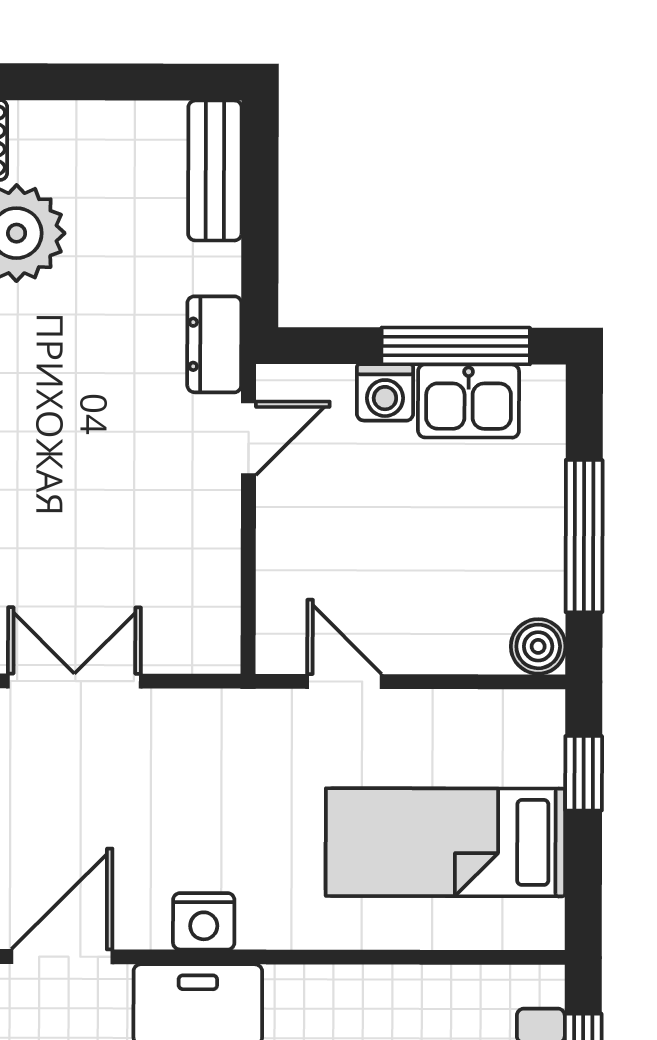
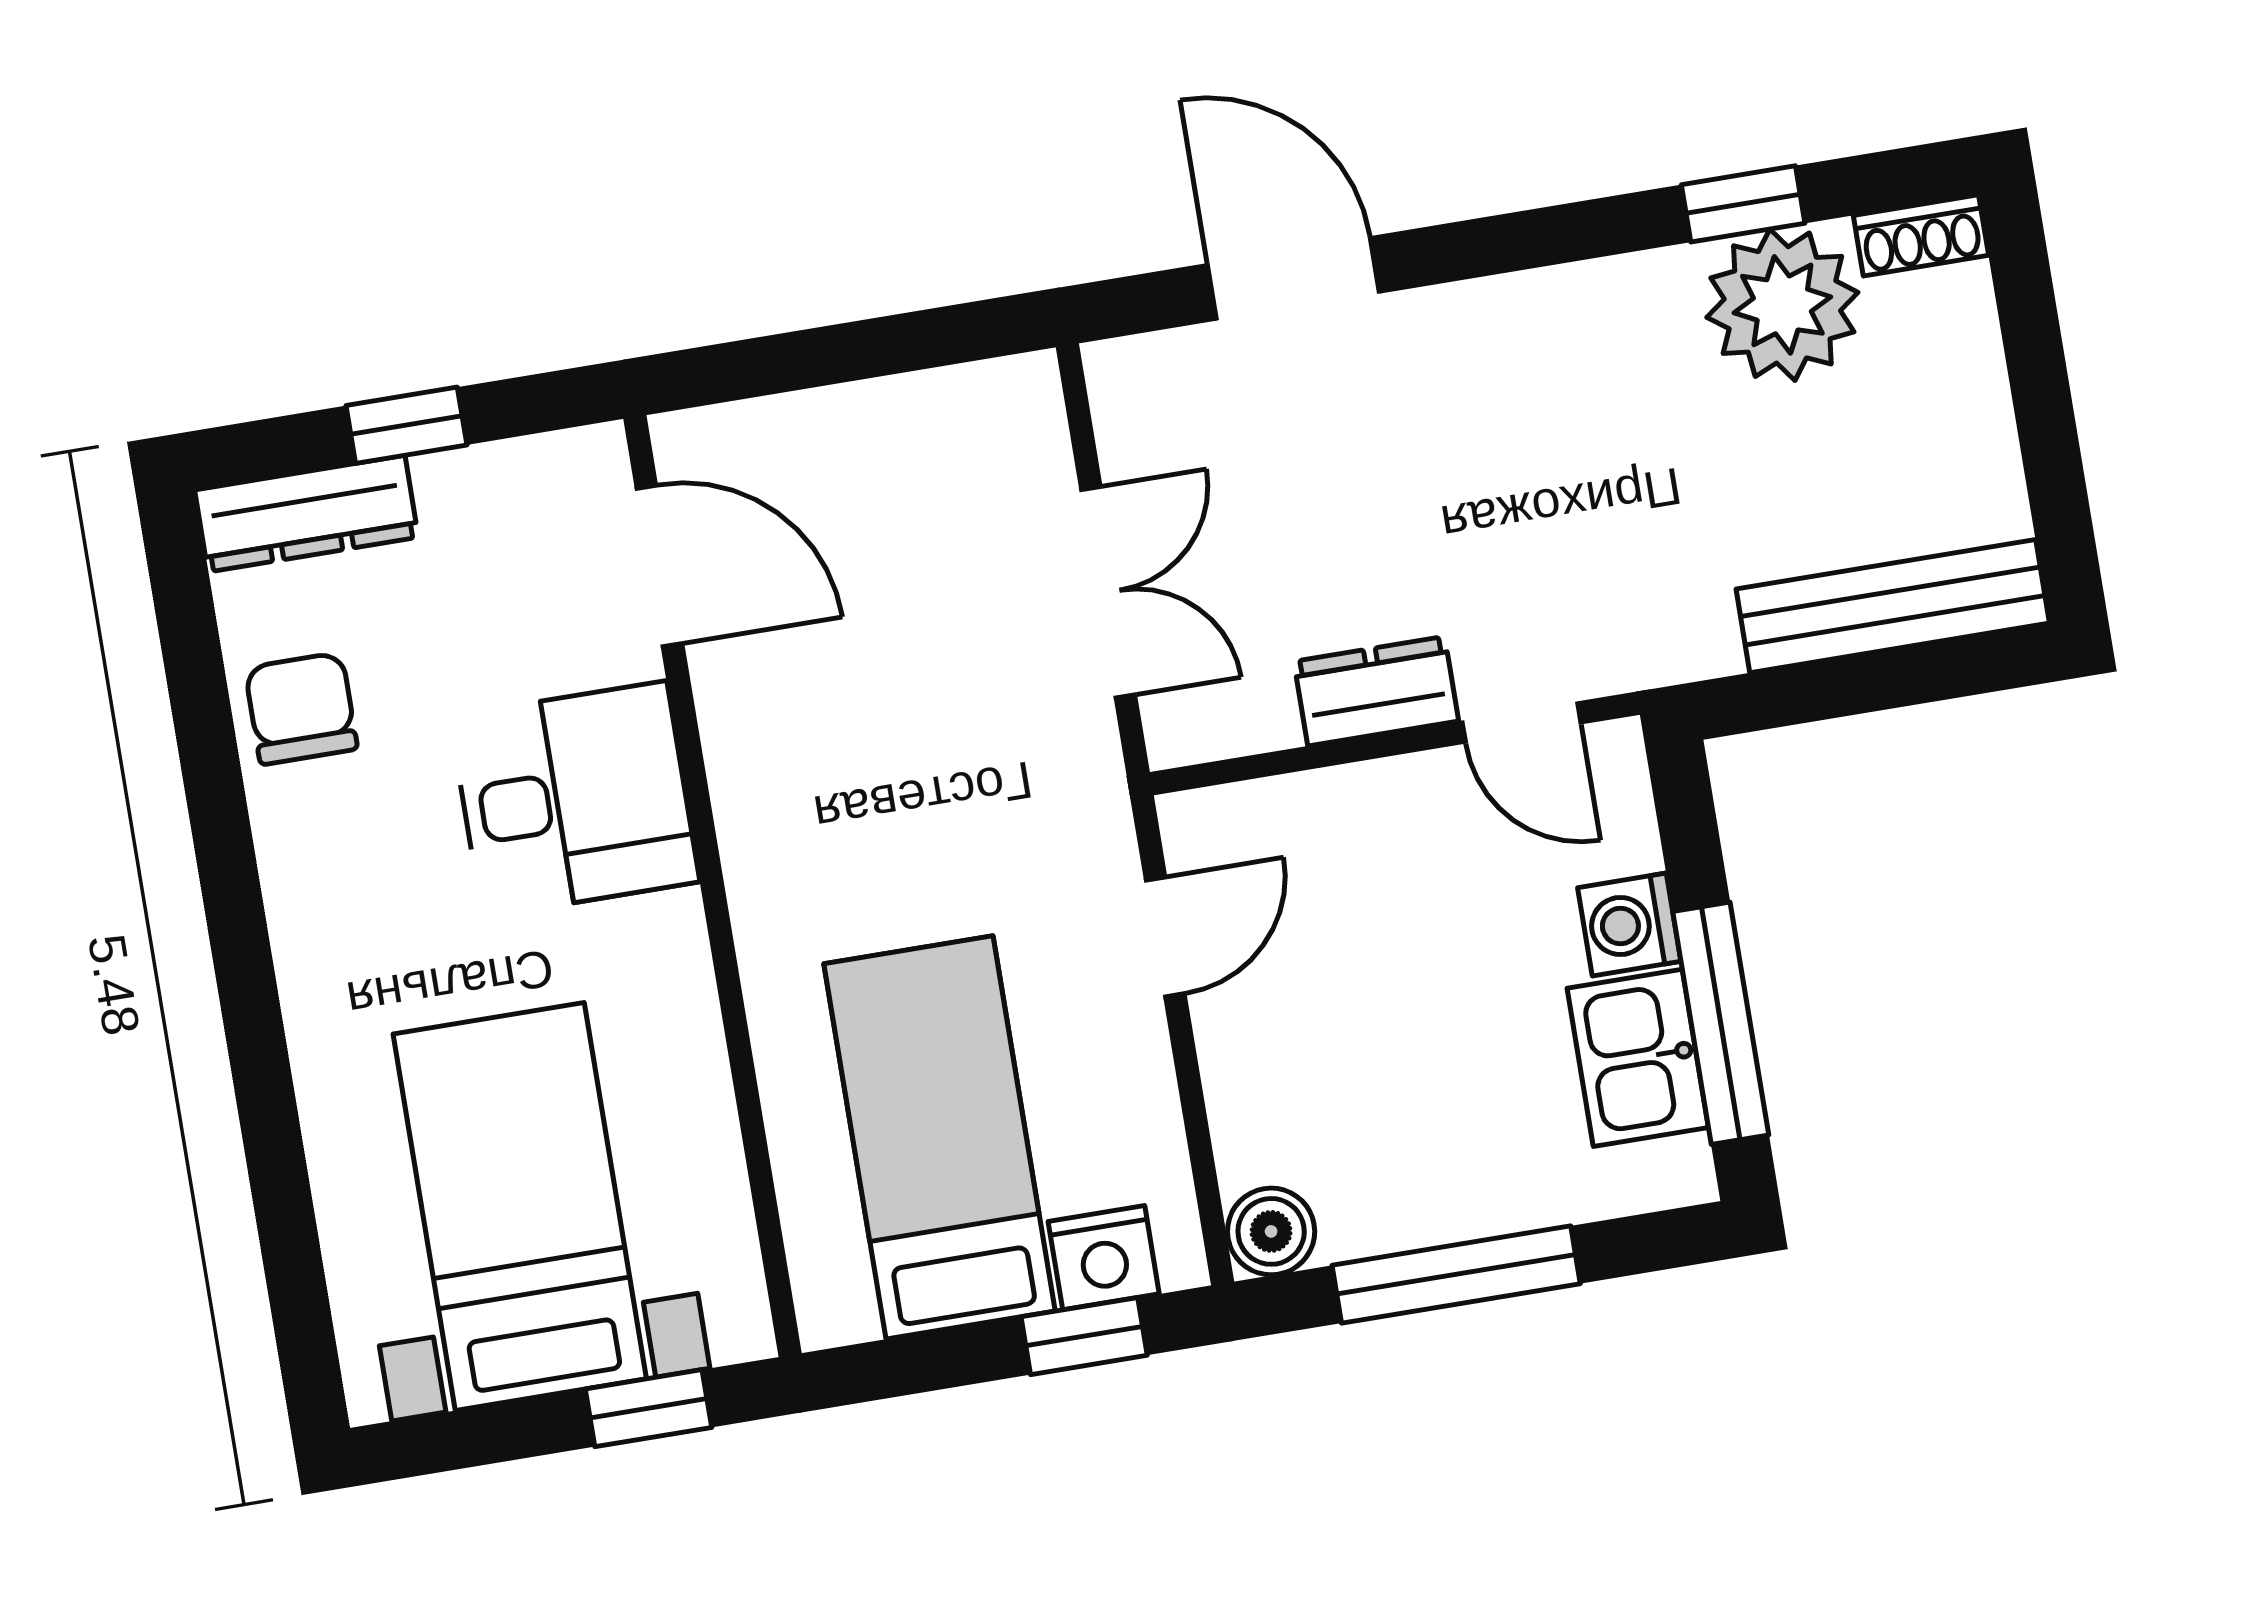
bench: (215, 170) -> (1893, 606), width x1.36
dresser: (214, 344) -> (1376, 691), moved
double door: (74, 681) -> (1108, 592), moved
nightstand: (204, 921) -> (1104, 1258), moved, turned -90

